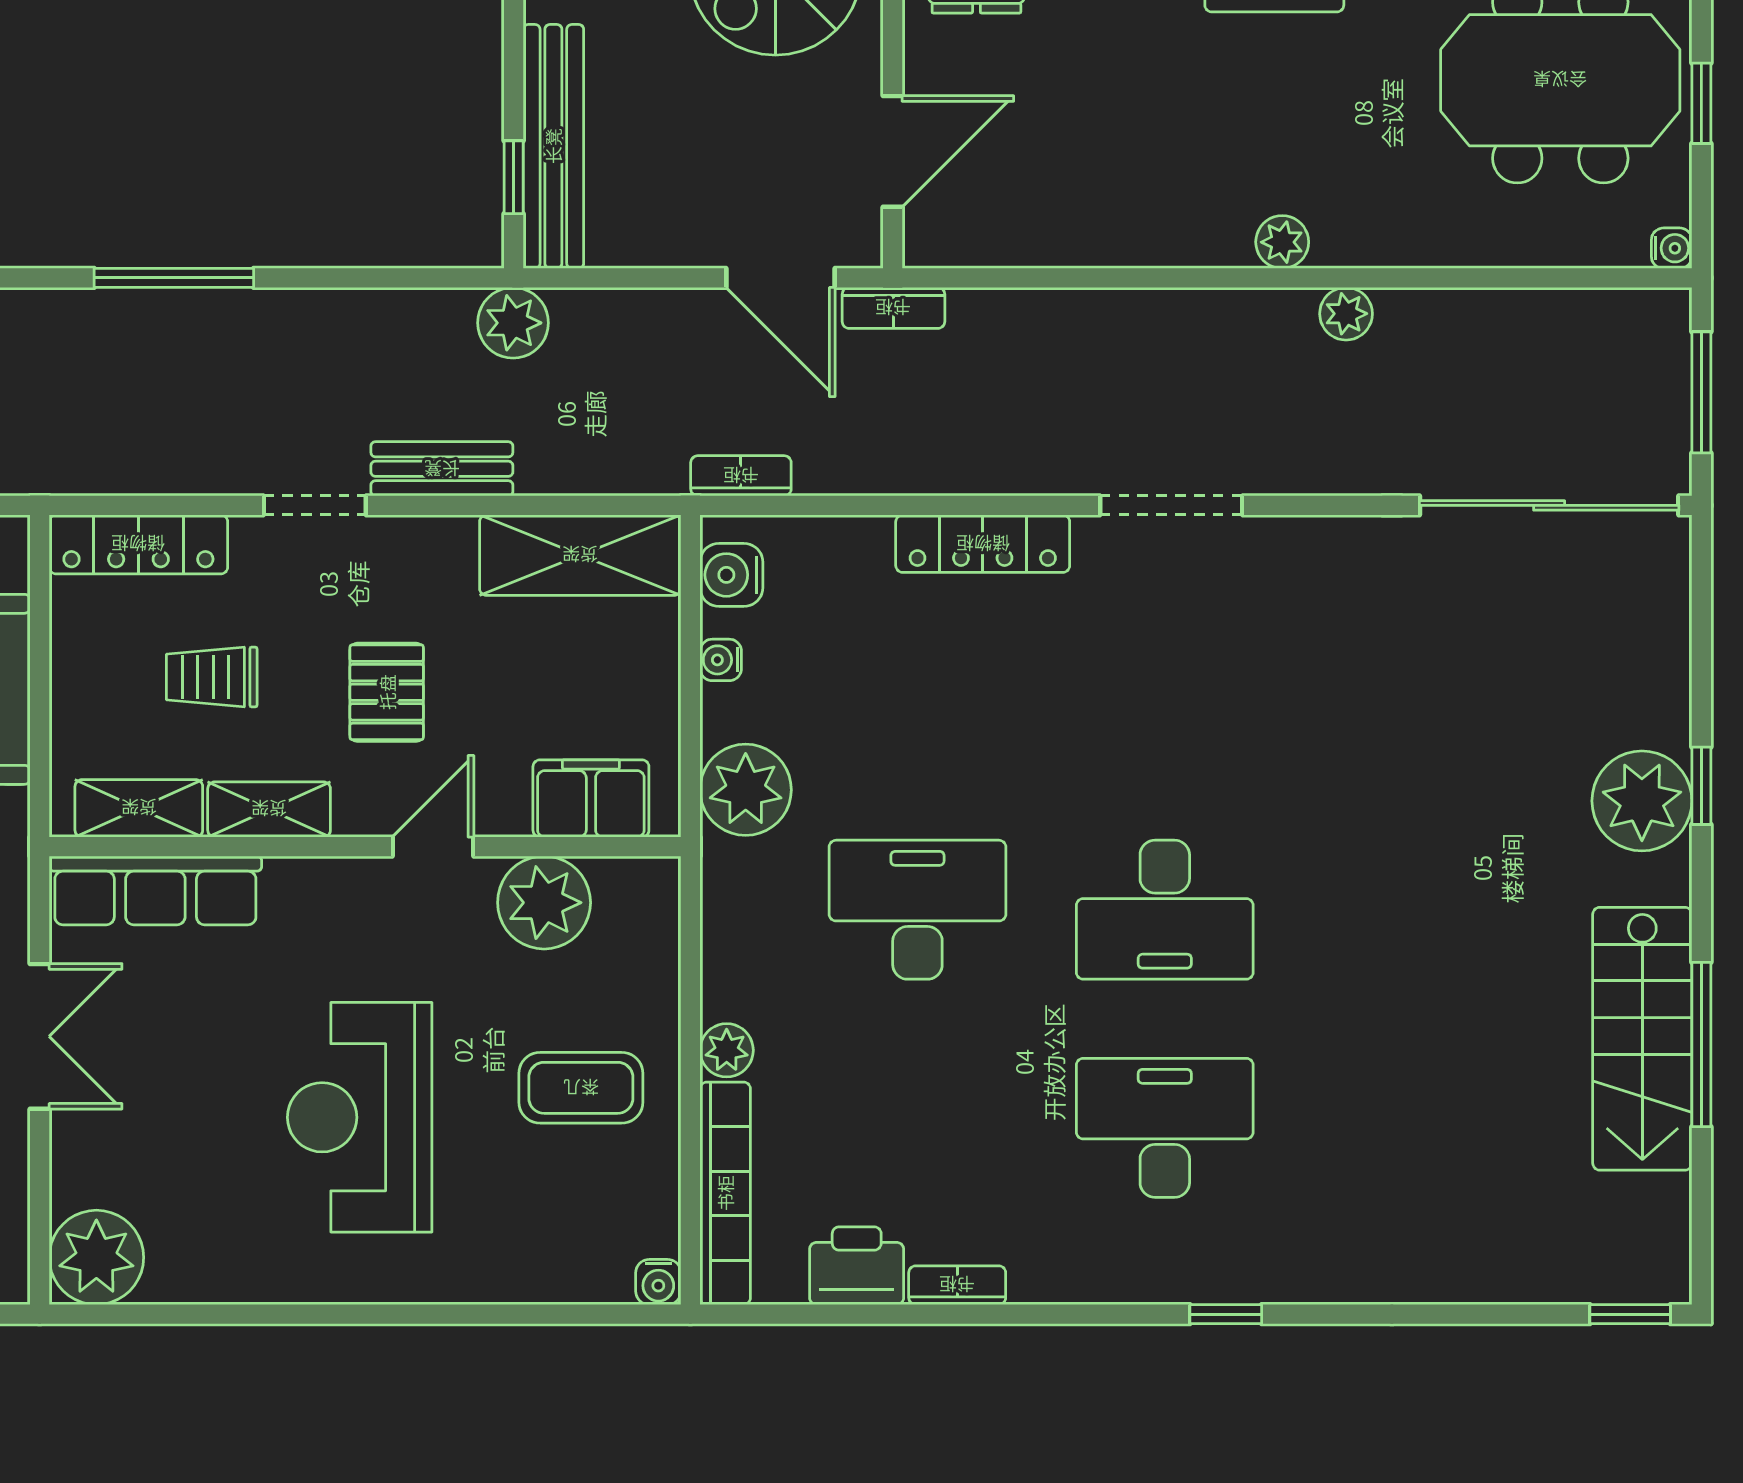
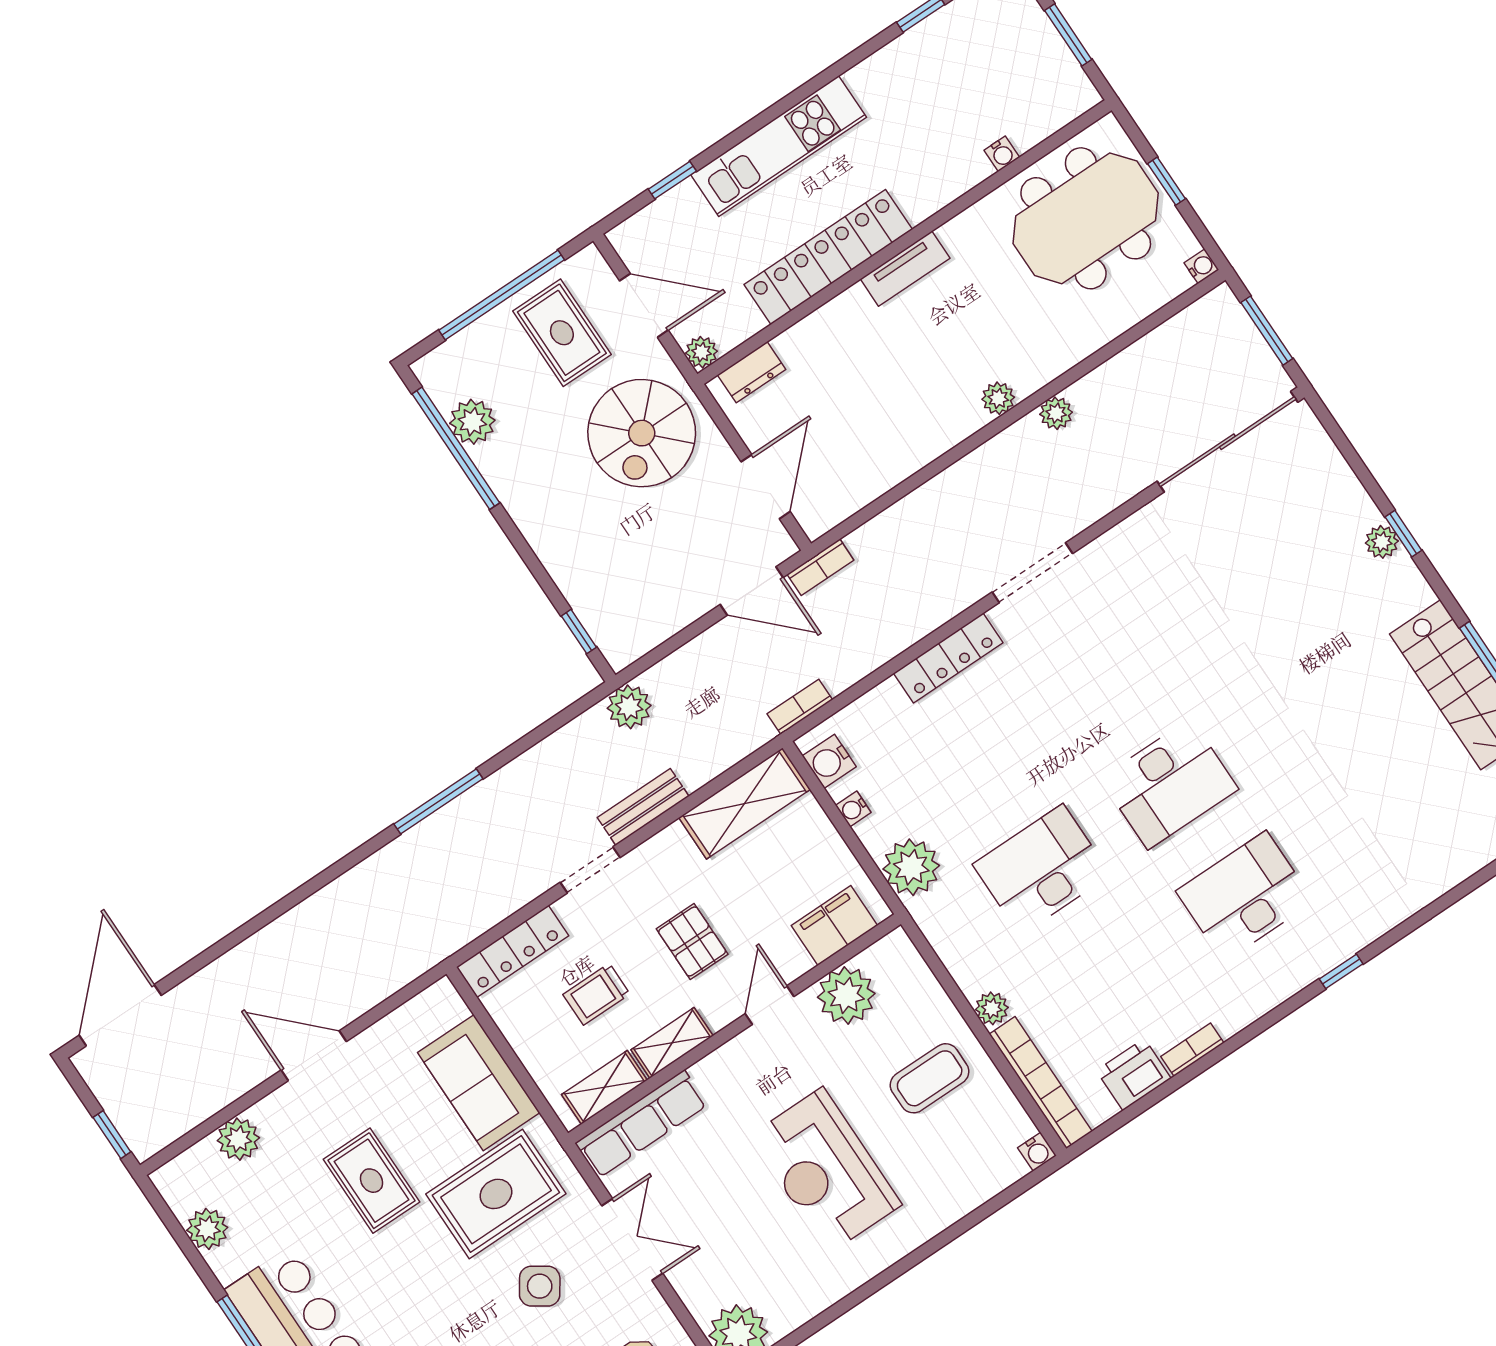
bench: (553, 146) -> (589, 602), removed
plant: (1642, 801) -> (1382, 542), width x0.53, depth x0.53

